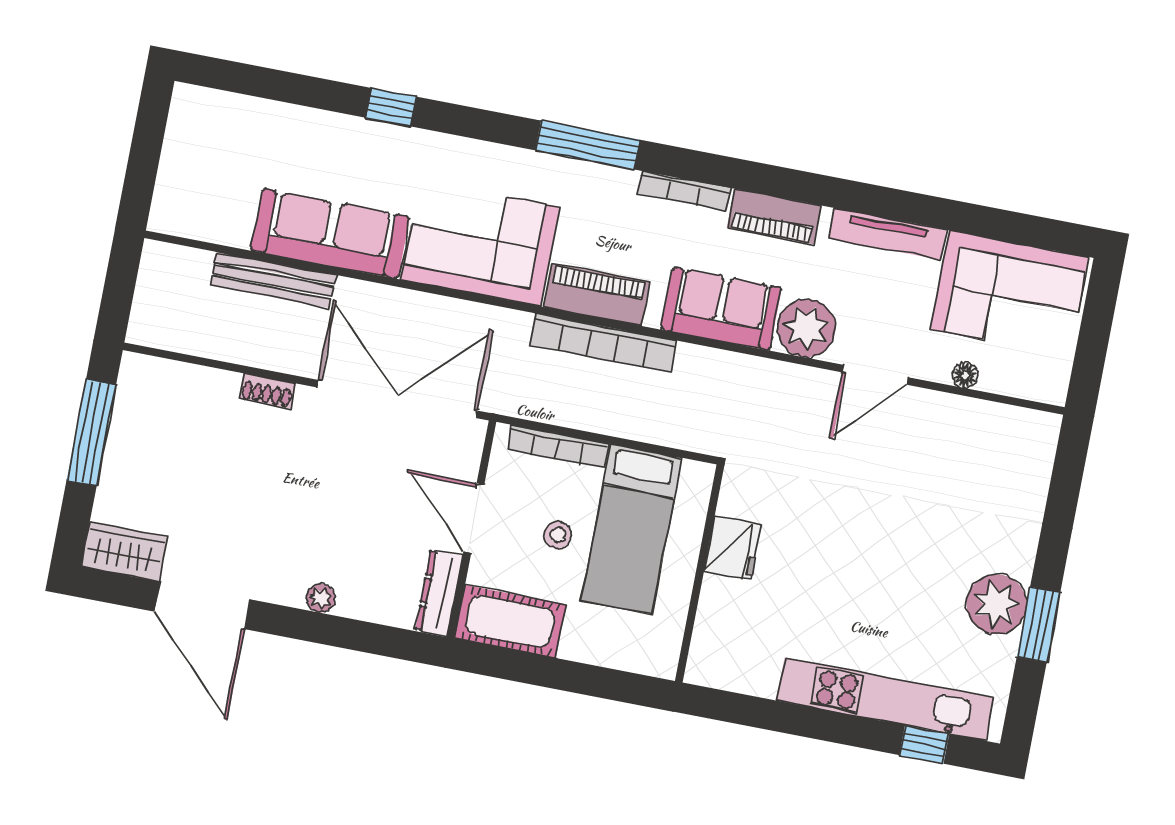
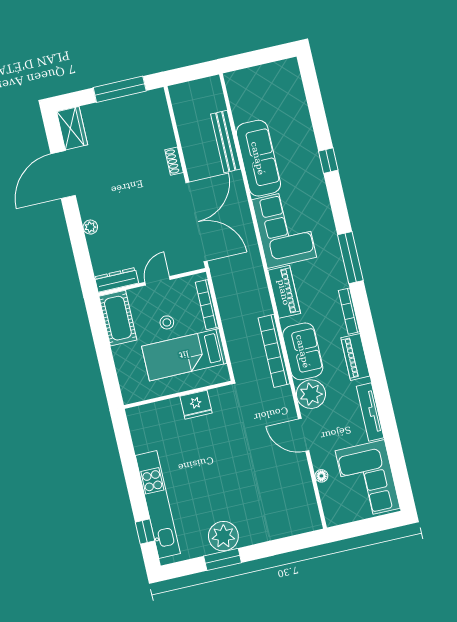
bookcase: (603, 343) -> (274, 351), moved
door: (474, 518) -> (158, 281), width x0.73

